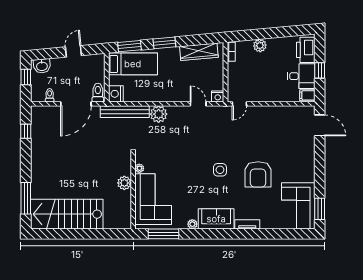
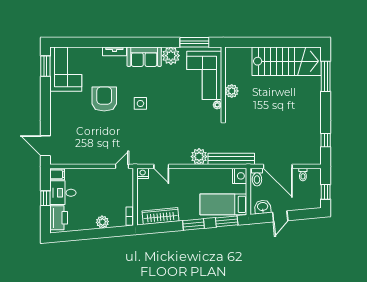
washbasin: (42, 66) -> (263, 207), moved
door: (76, 104) -> (278, 166), swing flipped
plant: (192, 224) -> (171, 56), width x1.88, depth x1.88

